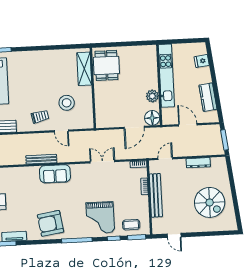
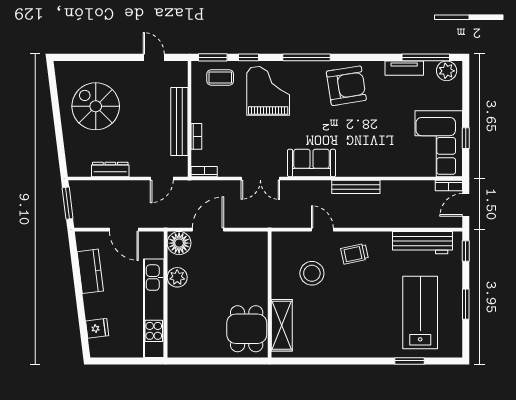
sofa: (55, 174) -> (312, 163), moved

